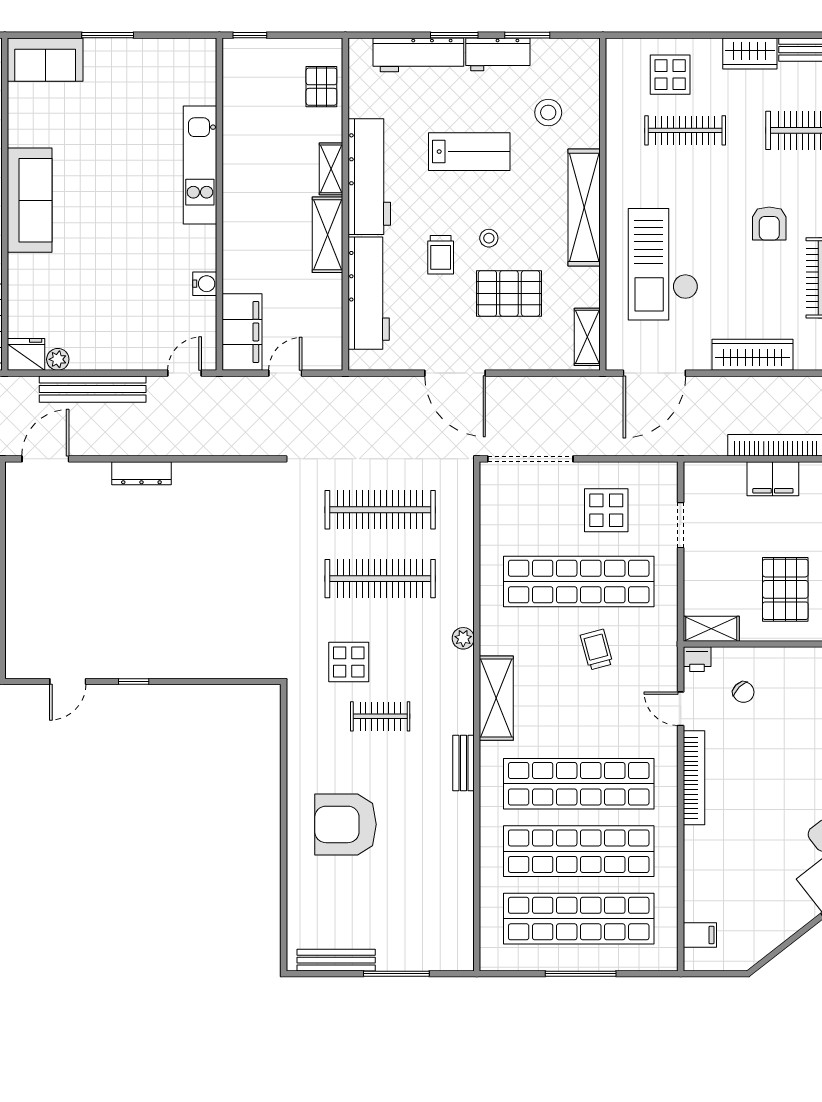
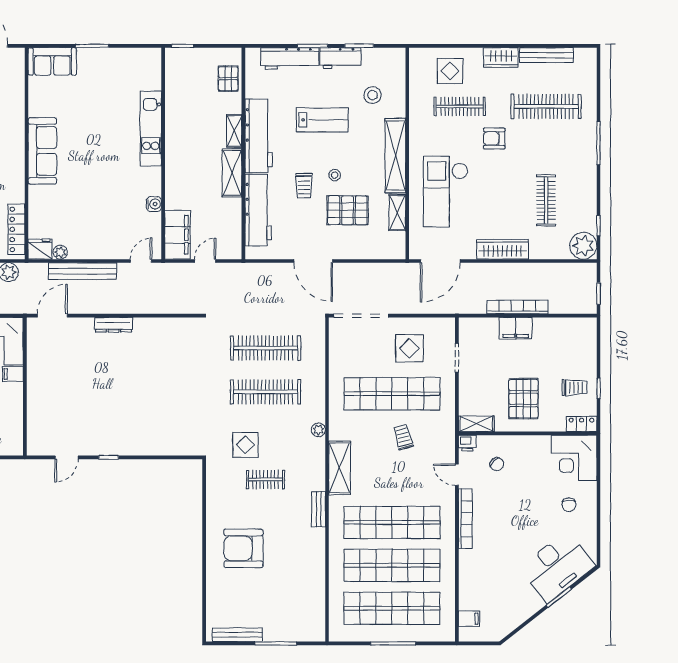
armchair: (769, 224) -> (494, 139), moved, turned 90
shelving: (587, 337) -> (397, 213), moved

